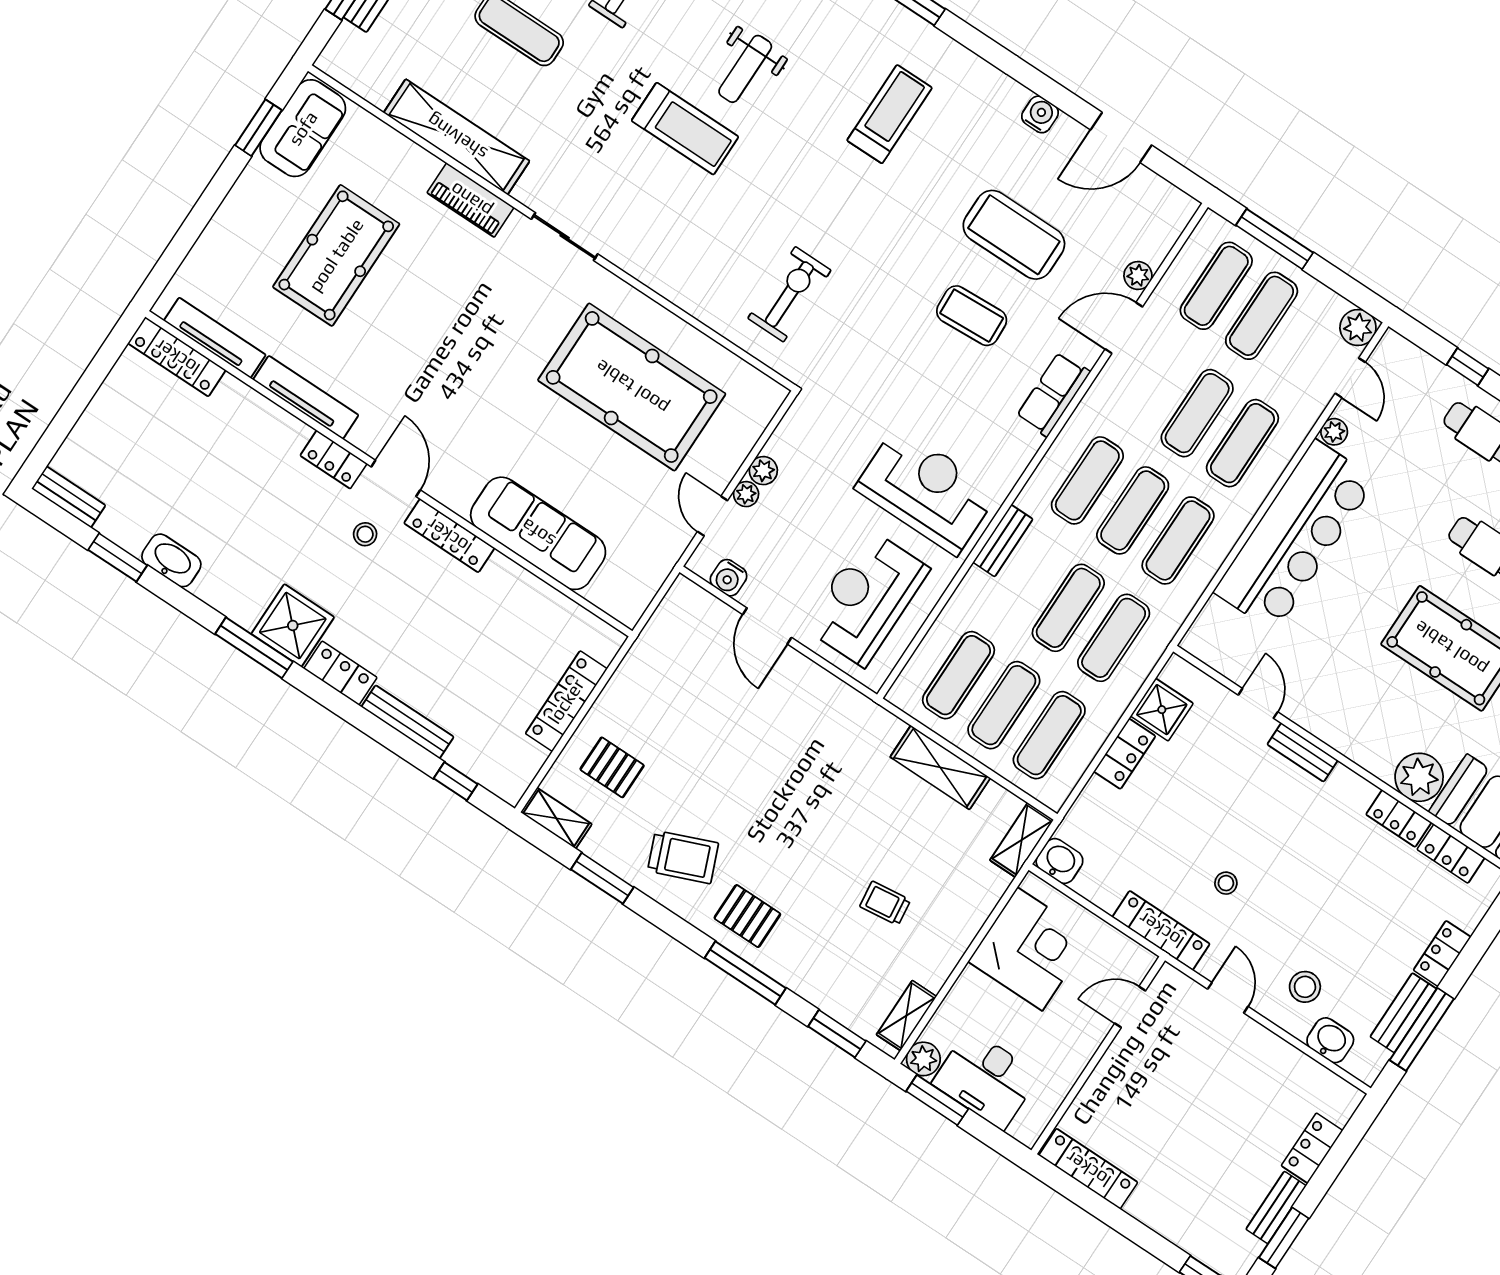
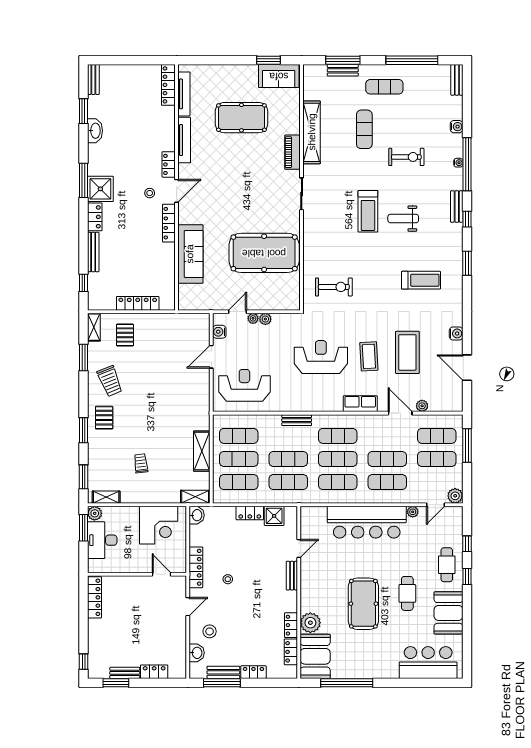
pool table: (632, 387) -> (264, 253), turned 90
reception desk: (926, 490) -> (321, 357), moved, turned -90
window: (745, 973) -> (83, 430), width x0.69

